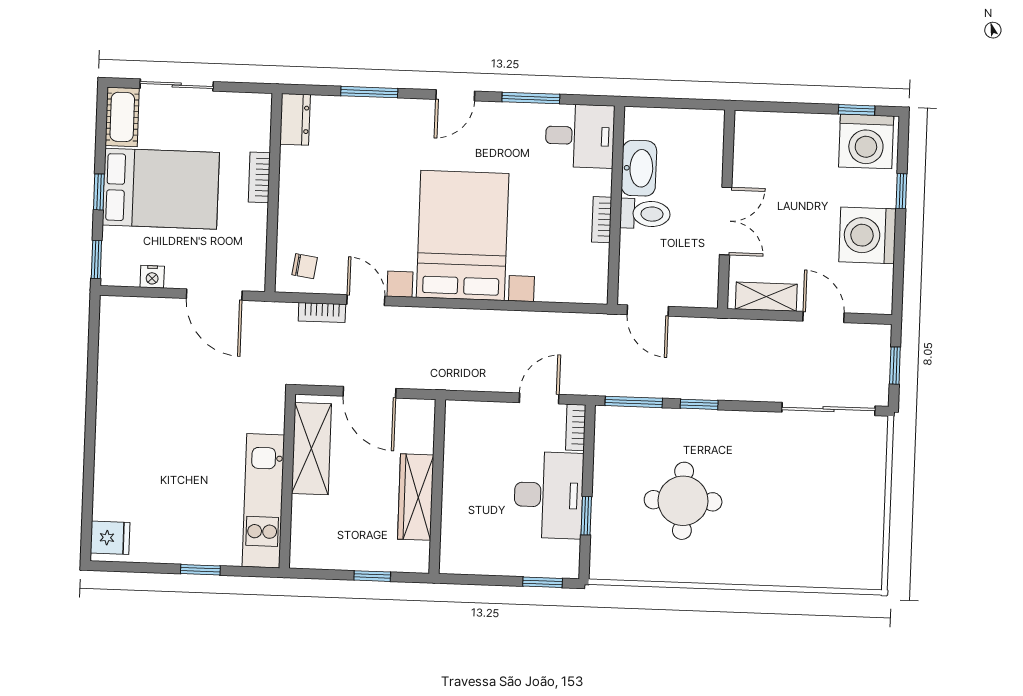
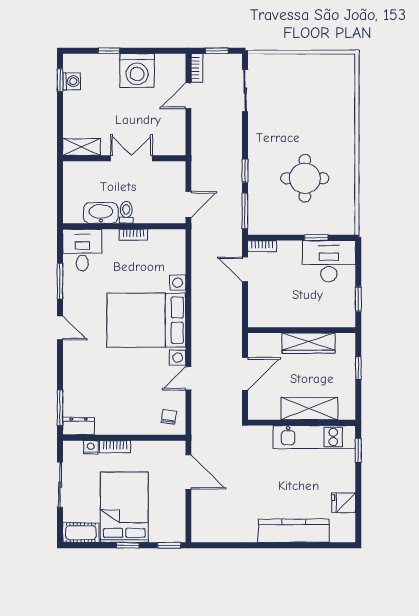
sliding door: (177, 85) -> (60, 485), moved
window: (369, 92) -> (60, 408), moved
washing machine: (866, 141) -> (71, 81), width x0.53, depth x0.53
toilet: (645, 214) -> (126, 212), width x0.73, depth x0.72
nightstand: (152, 277) -> (91, 447), moved, turned -90
door: (214, 295) -> (188, 472), hinge flipped
shelving: (766, 297) -> (82, 147), moved, turned 90
bookcase: (322, 313) -> (197, 68), moved
sliding door: (828, 409) -> (245, 91), width x0.73
shelving: (311, 449) -> (309, 408), moved
kitchen counter: (113, 462) -> (294, 531), added
desk: (549, 495) -> (329, 261), moved
fridge: (110, 538) -> (344, 503), moved, turned -90
window: (200, 570) -> (358, 451), moved
window: (543, 582) -> (358, 299), moved

